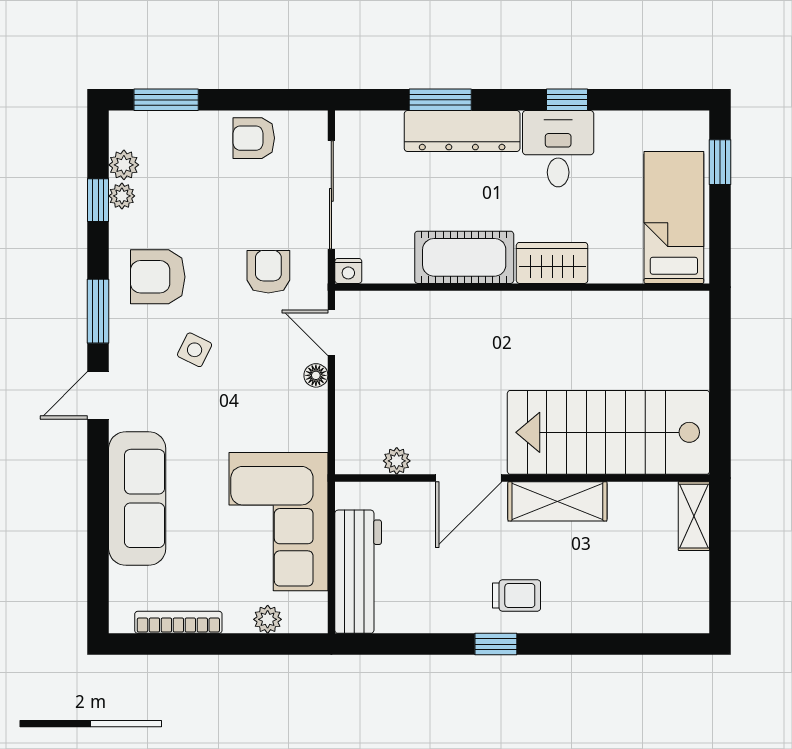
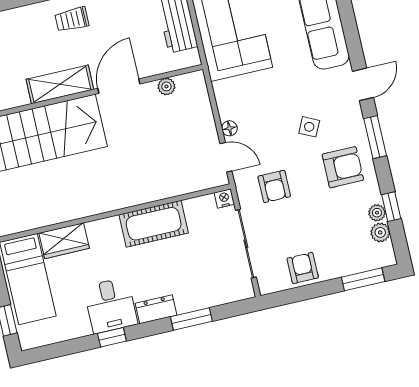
dresser: (462, 131) -> (156, 309), width x0.51, depth x0.80
armchair: (254, 138) -> (303, 268), turned -90
wardrobe: (552, 263) -> (64, 241), moved

